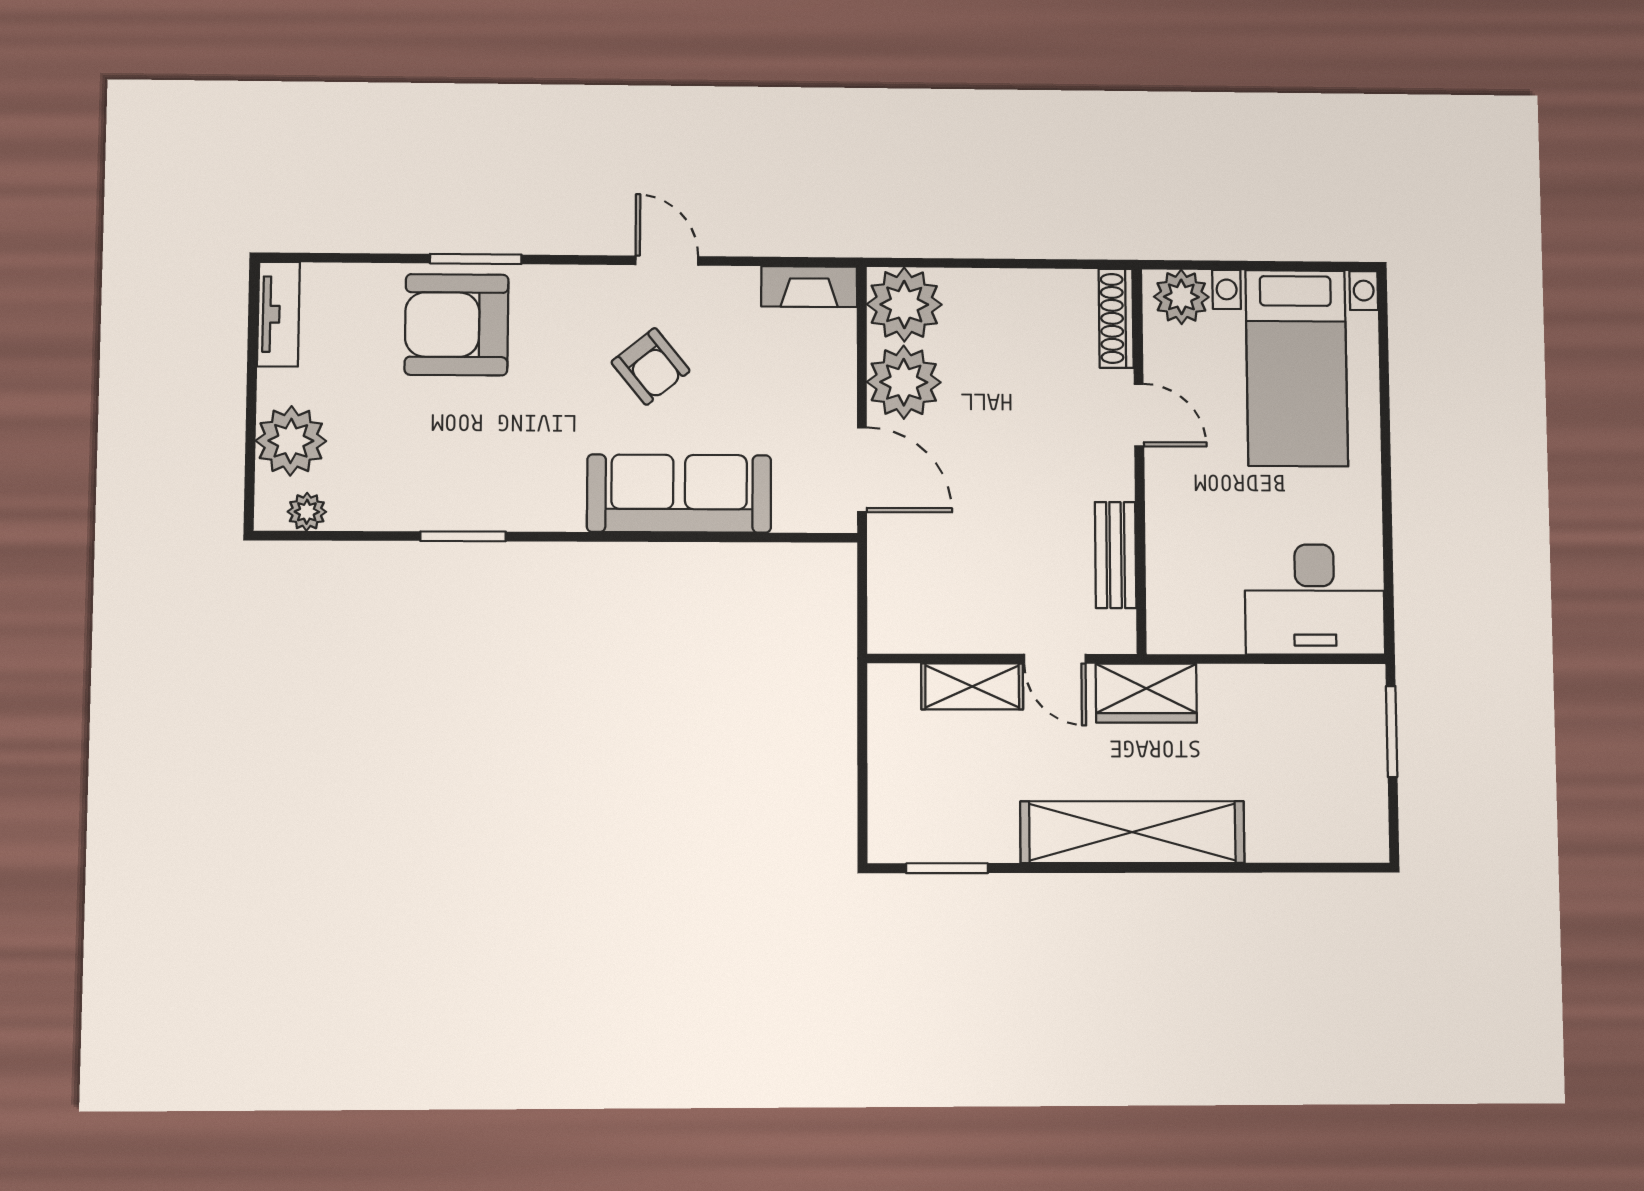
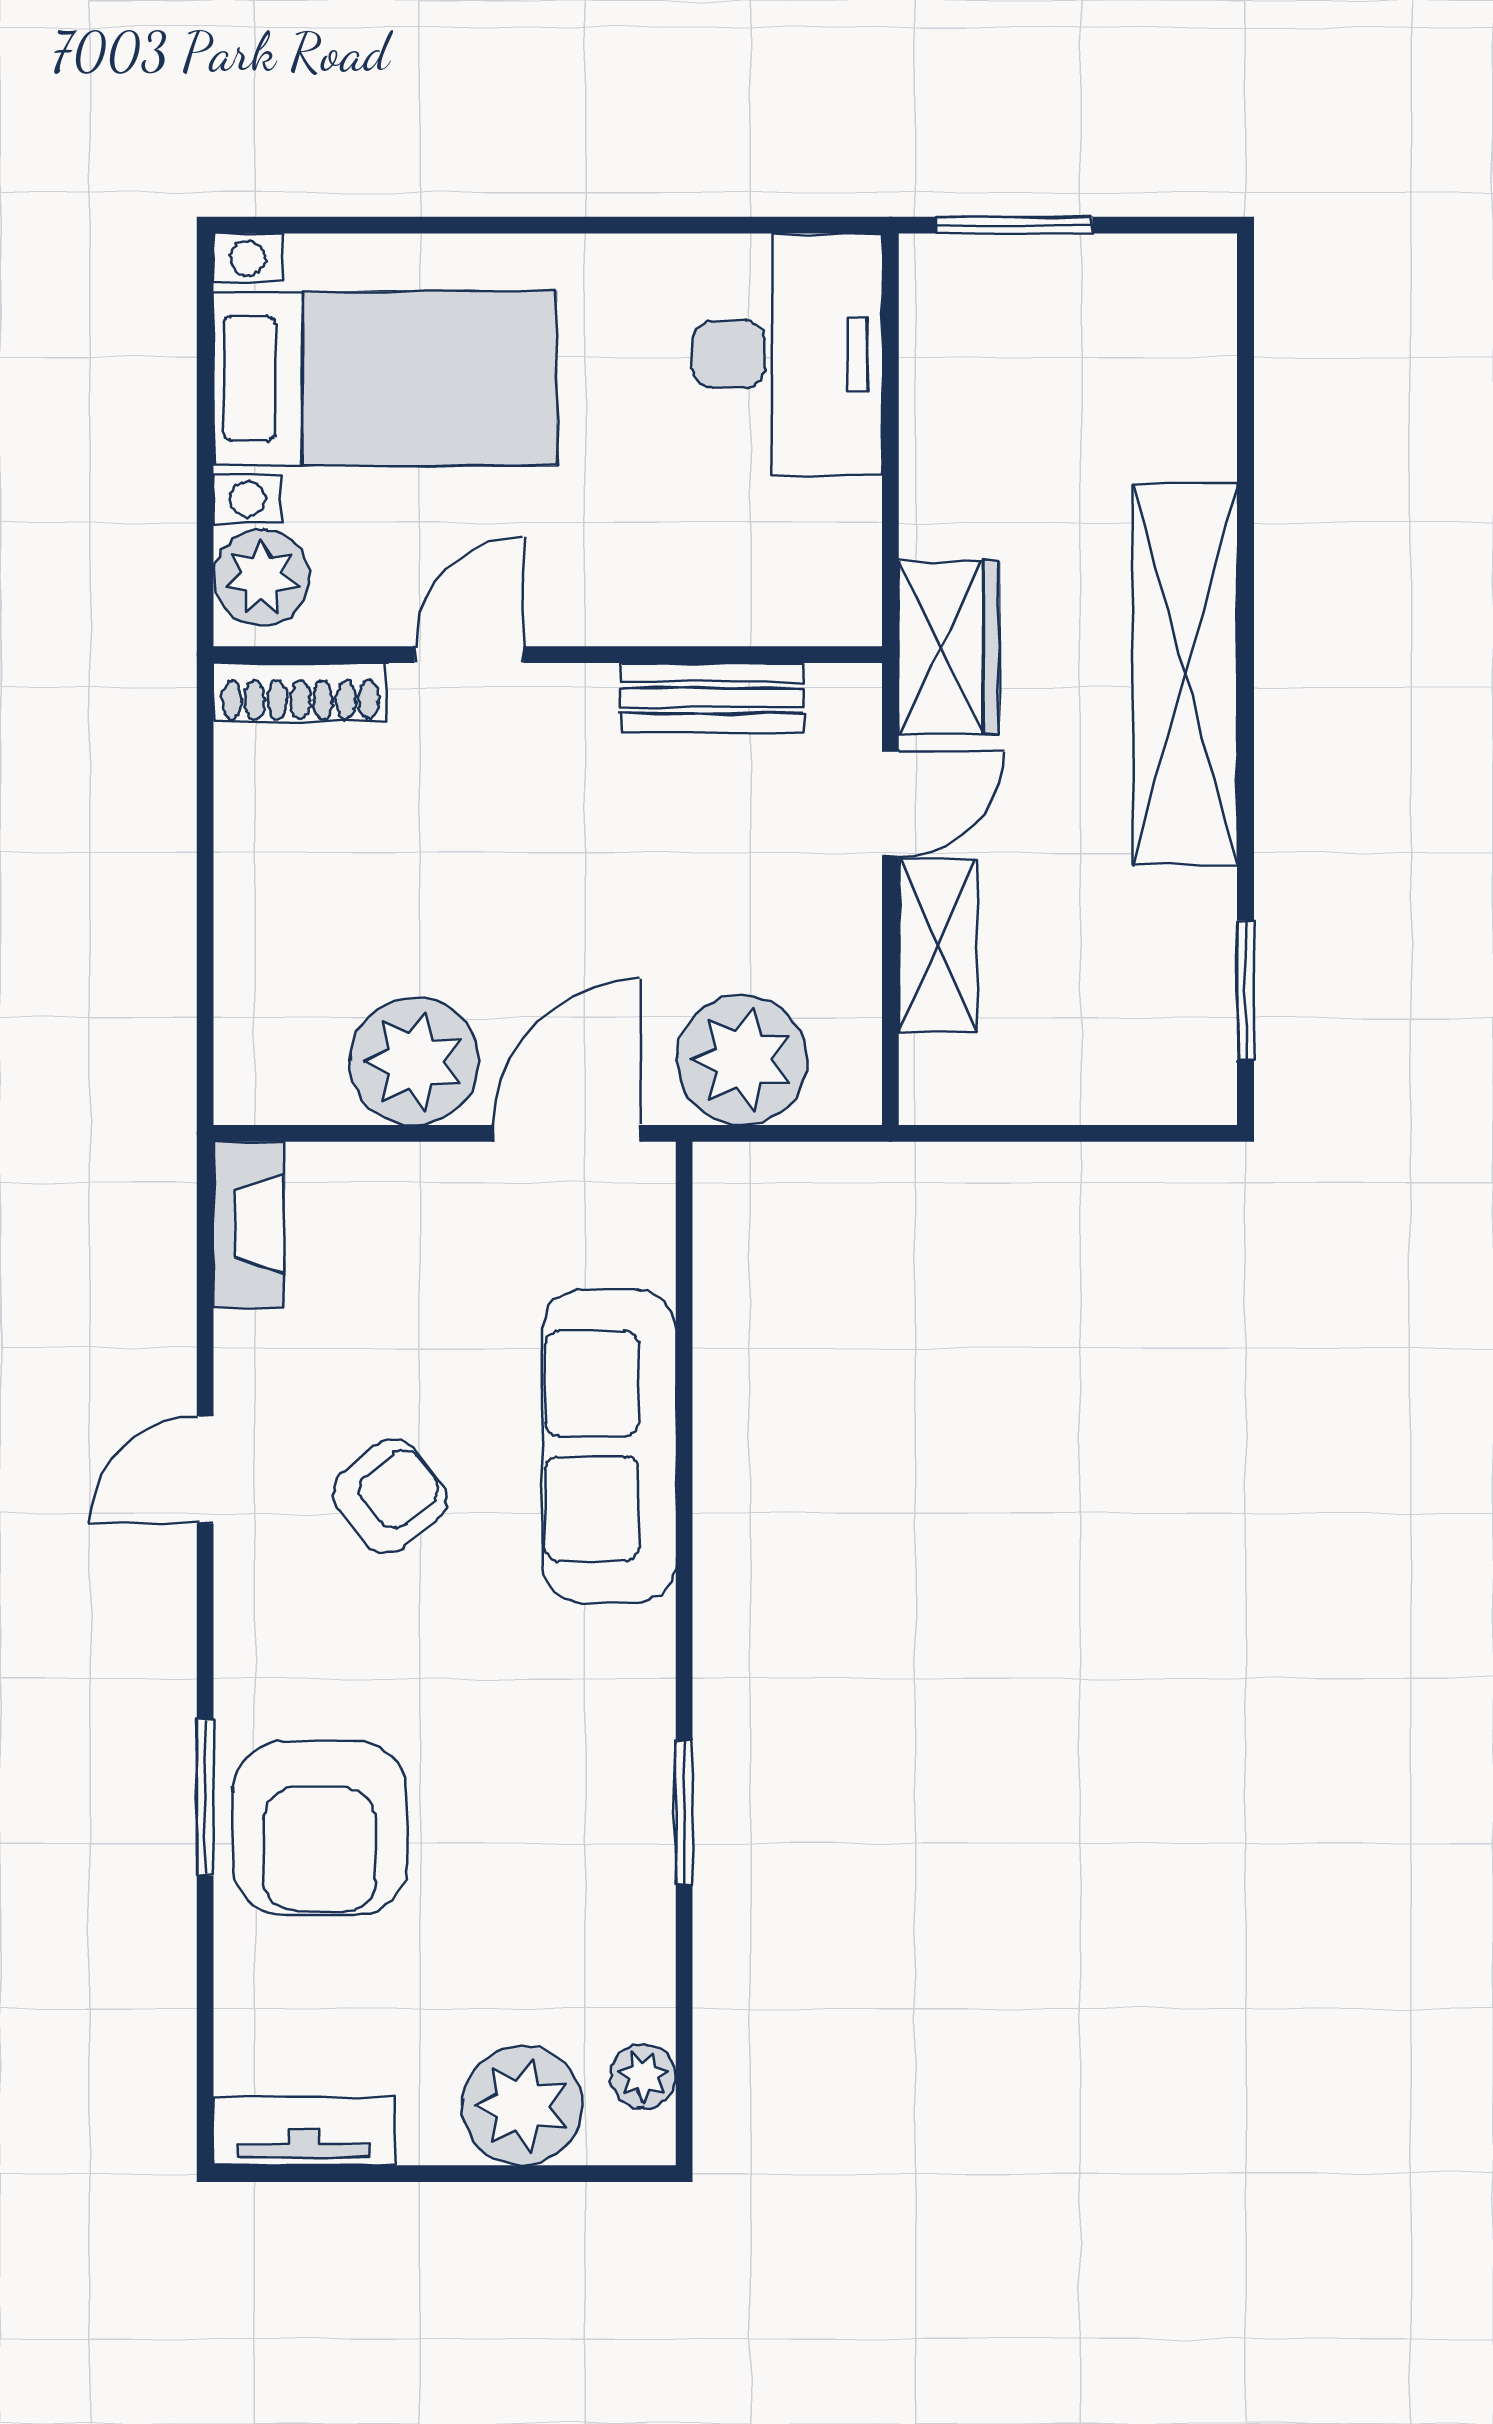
plant: (904, 304) -> (742, 1060), moved

